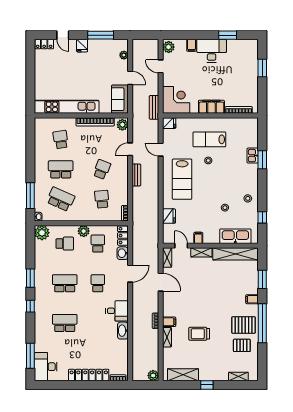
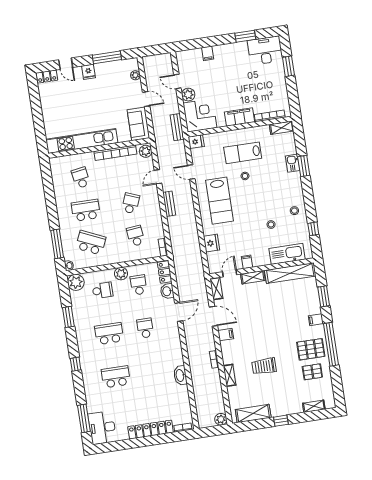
plant: (169, 47) -> (188, 95), moved
desk: (212, 51) -> (265, 51), moved
shelving: (248, 122) -> (282, 128), added
door: (181, 246) -> (230, 273), hinge flipped
window: (30, 278) -> (68, 317), moved
desk: (117, 311) -> (171, 355), removed
filing cabinet: (169, 322) -> (226, 335), moved

